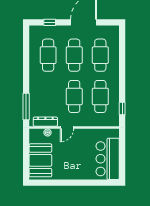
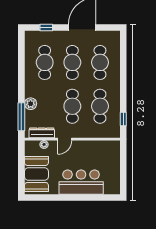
plant: (35, 94) -> (31, 104), added
bar counter: (108, 159) -> (81, 182), moved, turned 90

